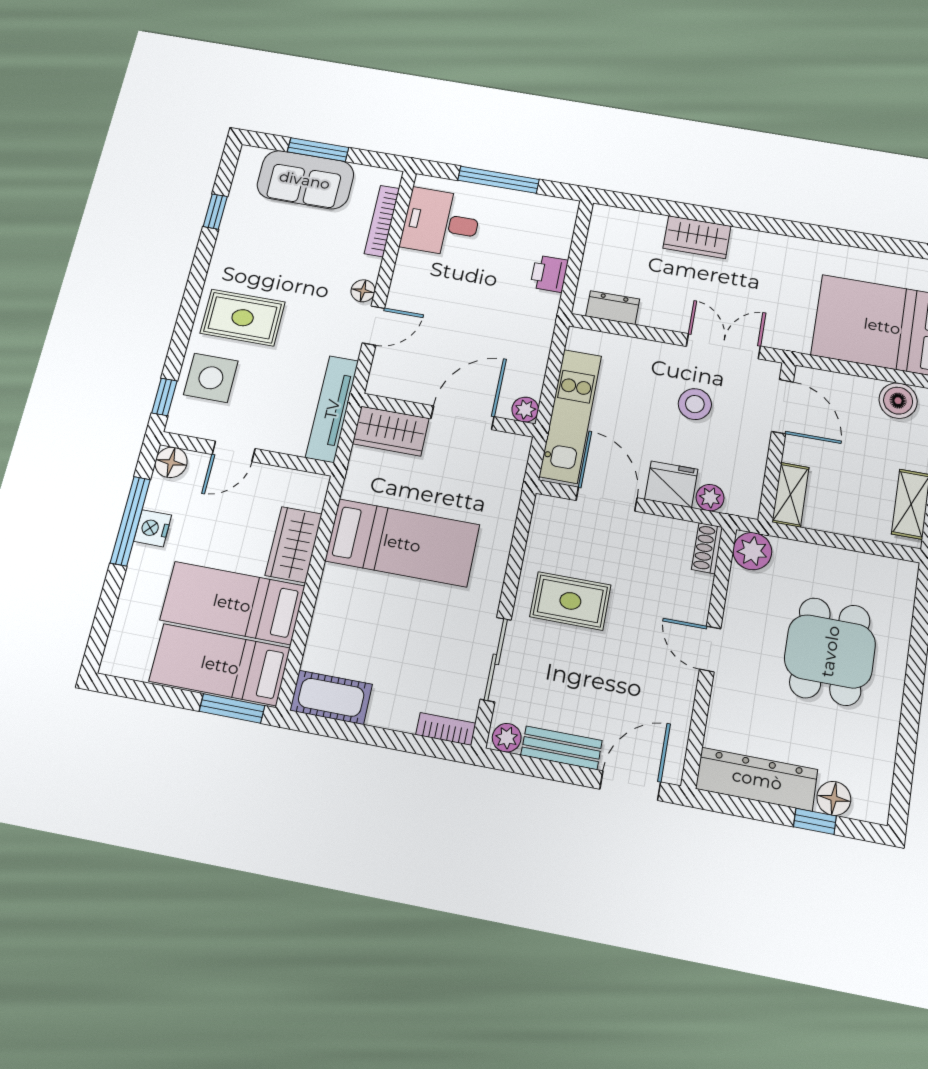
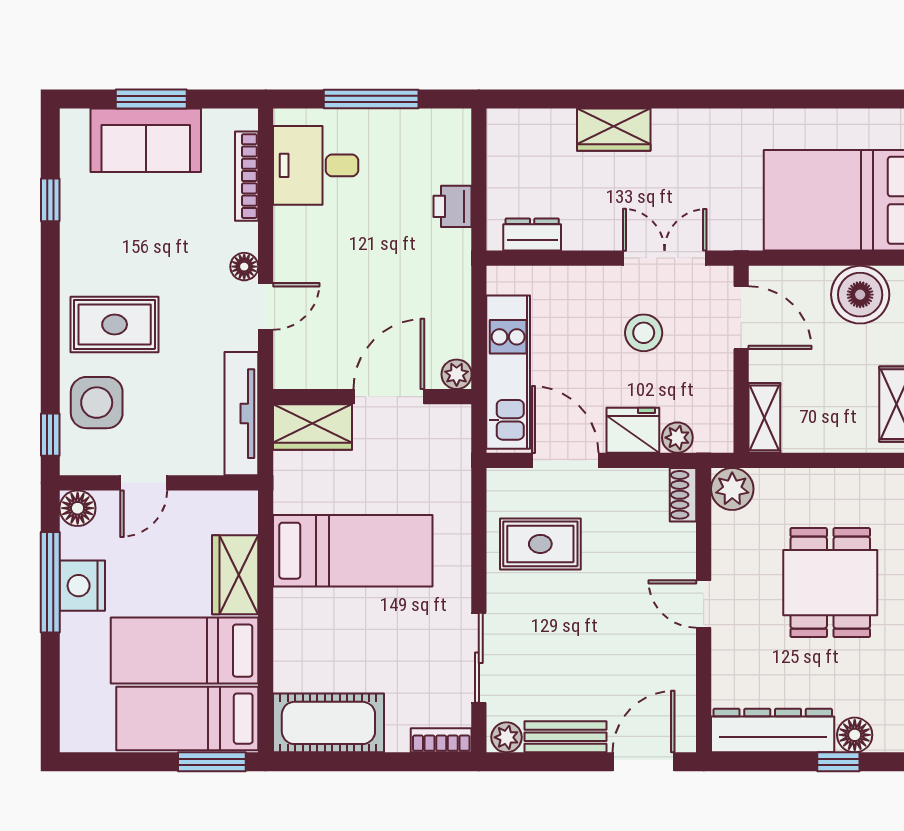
boiler: (898, 401) -> (860, 295), width x1.37, depth x1.37
nightstand: (153, 528) -> (82, 586), width x1.36, depth x1.33
rug: (570, 601) -> (540, 544), moved
cot: (331, 697) -> (328, 723), width x1.37, depth x1.34

